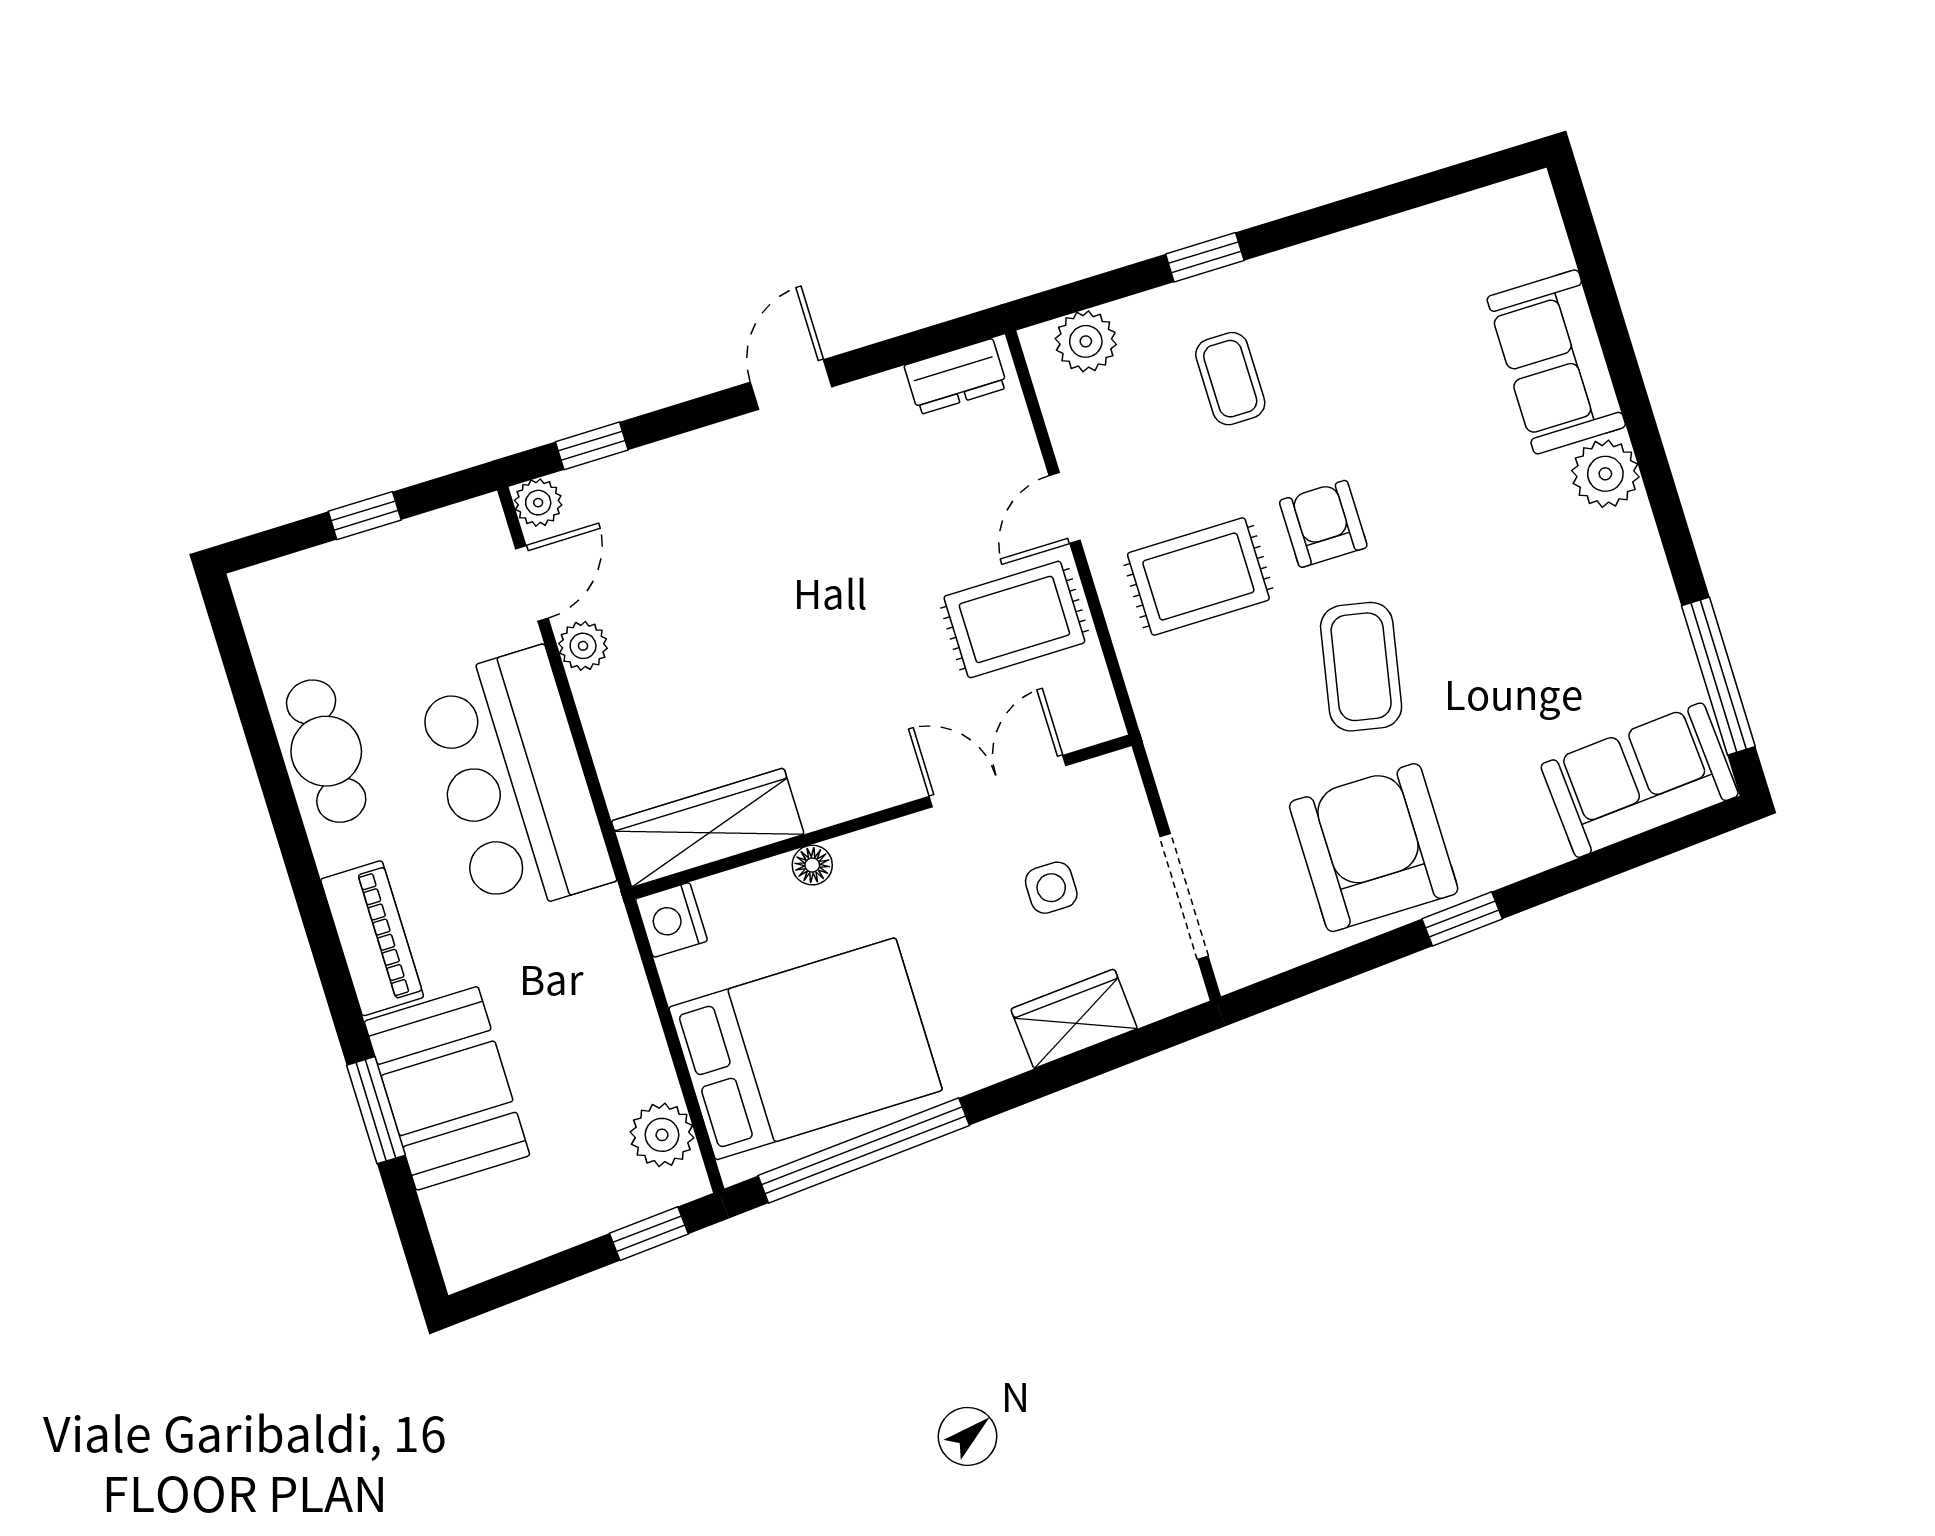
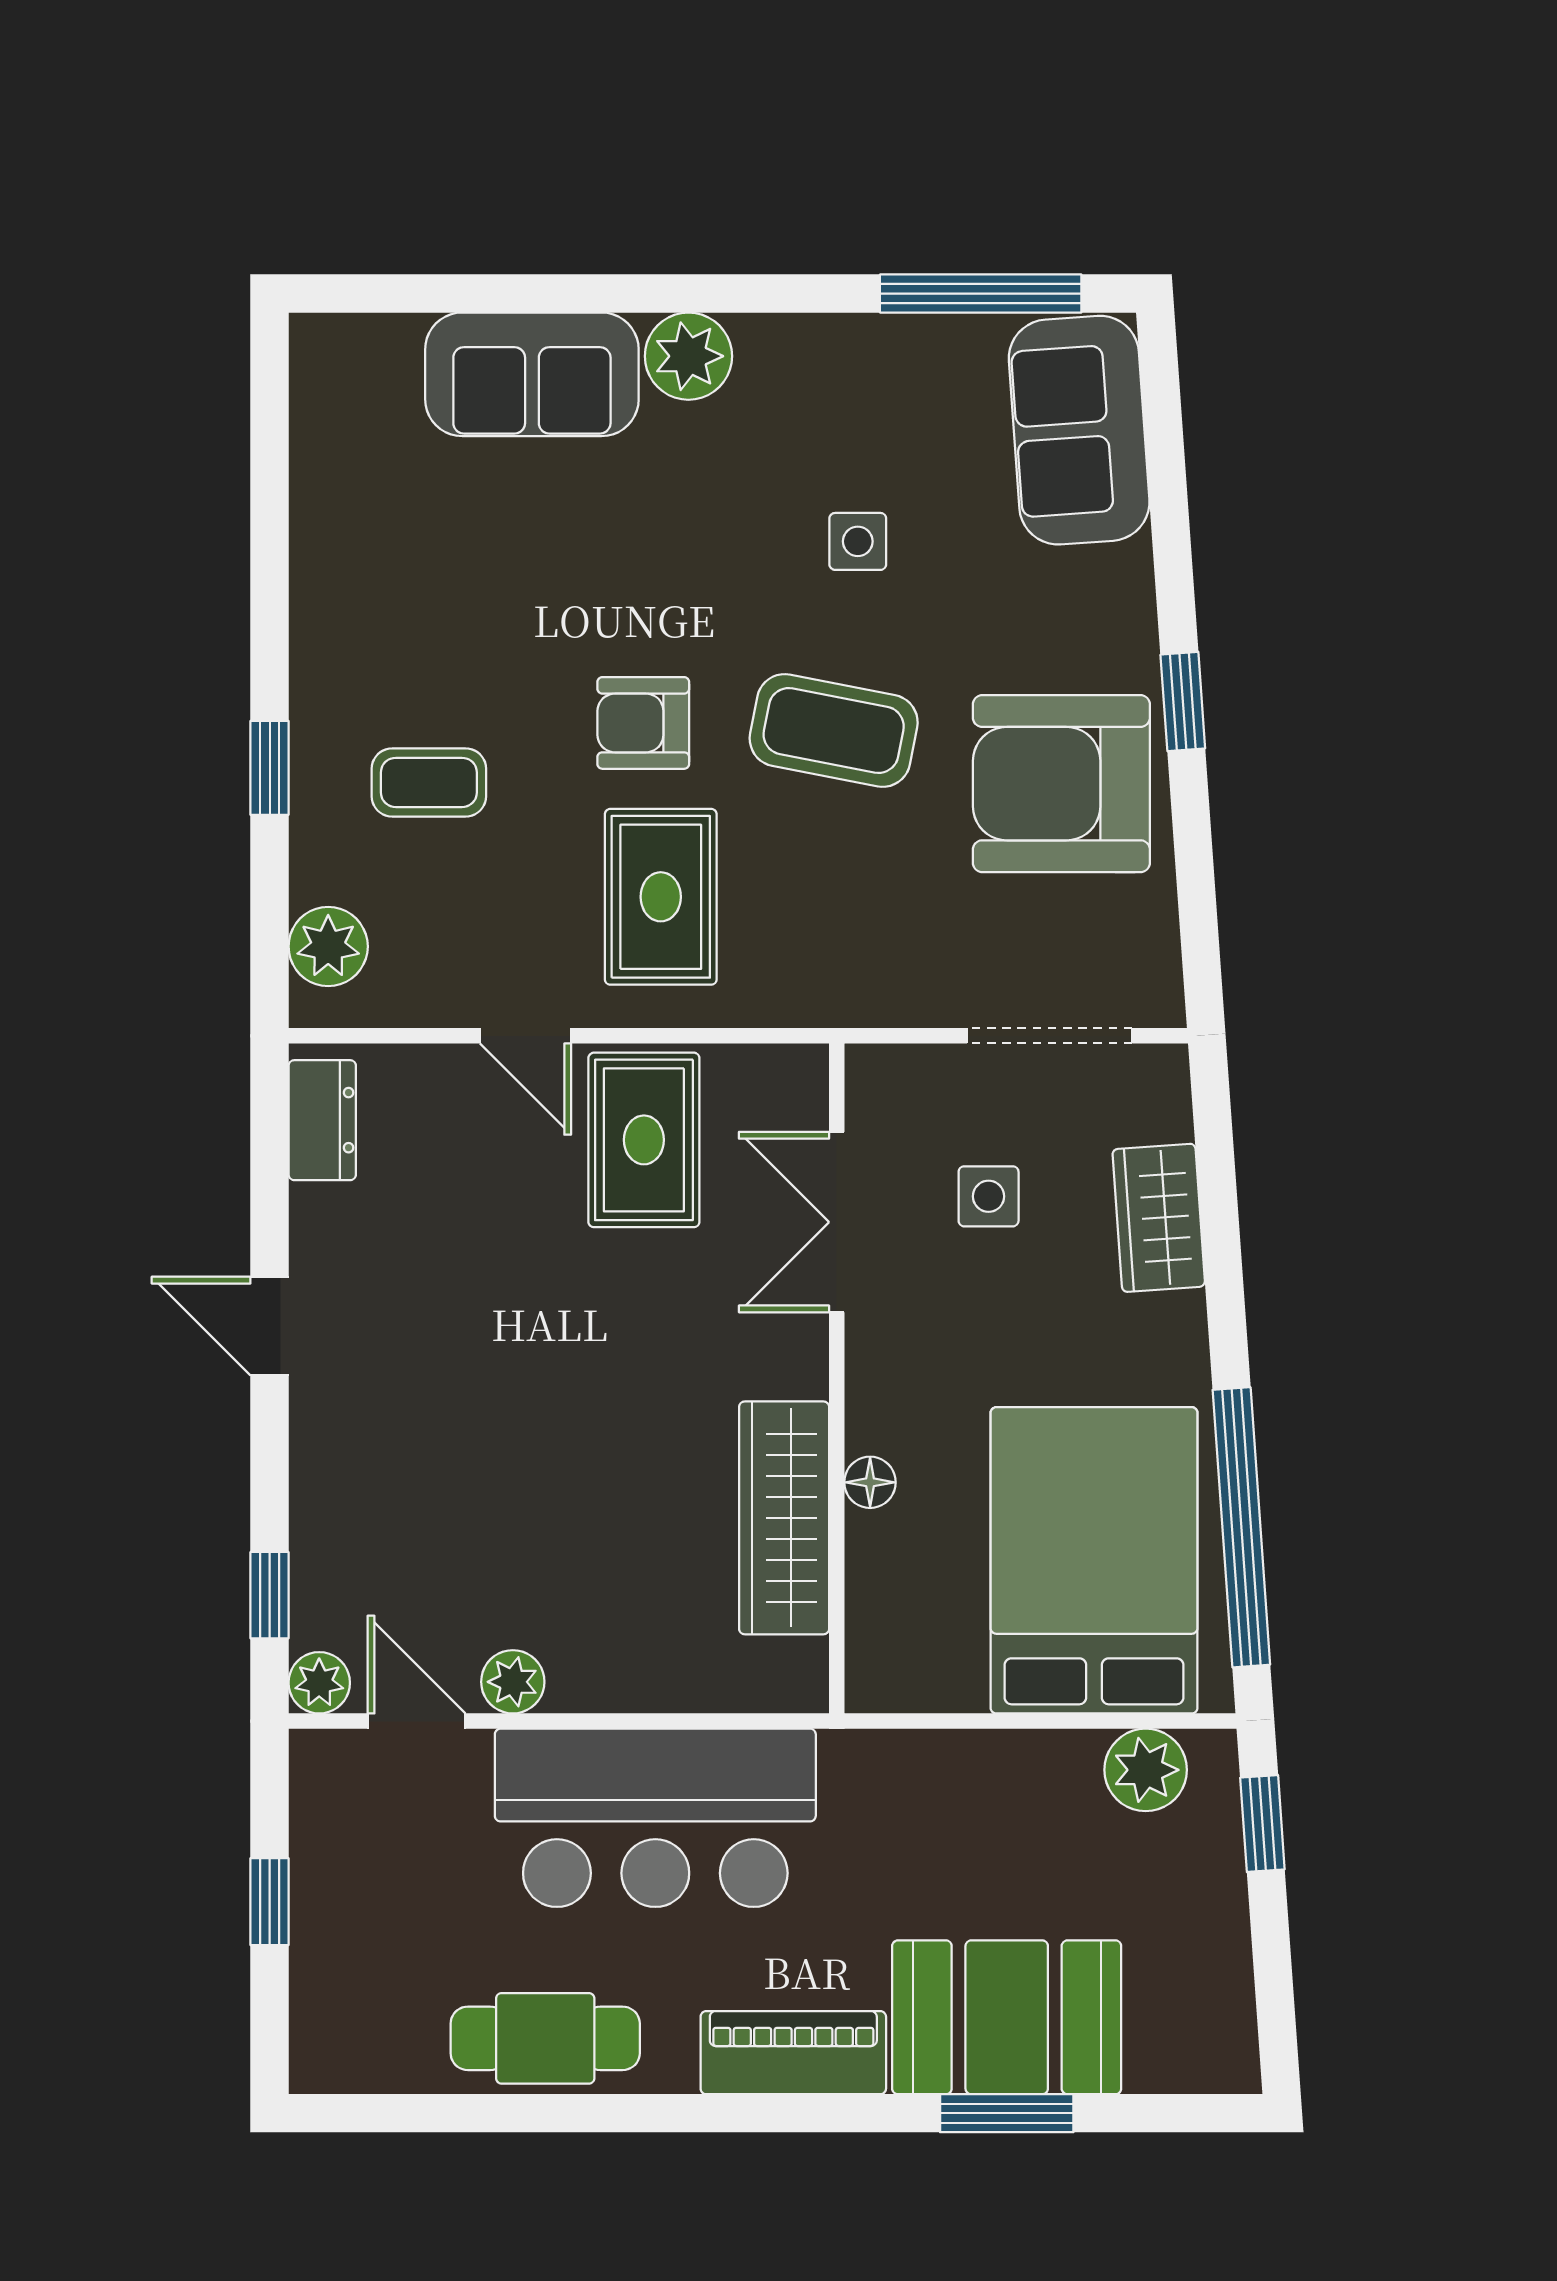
side table: (1507, 641) -> (858, 541), added
wardrobe: (708, 828) -> (784, 1518), moved
nightstand: (671, 920) -> (884, 1677), removed

